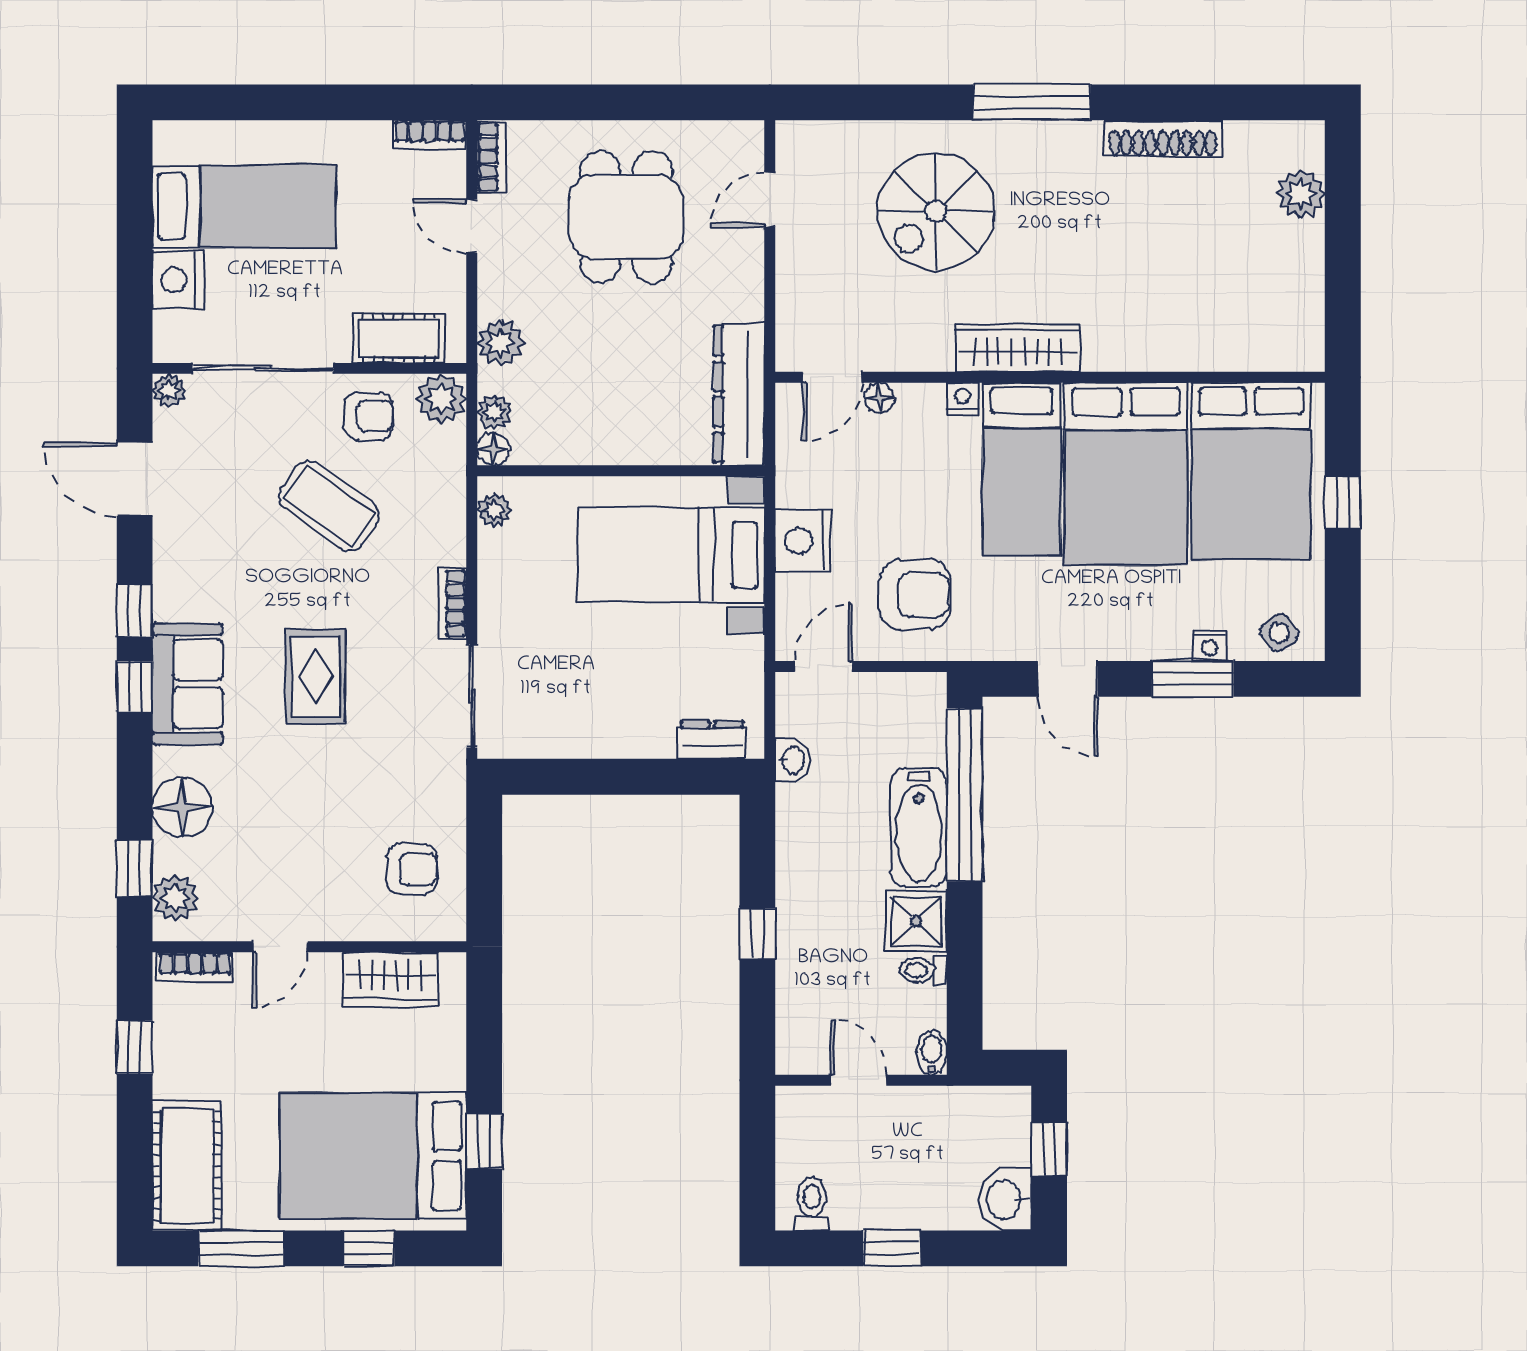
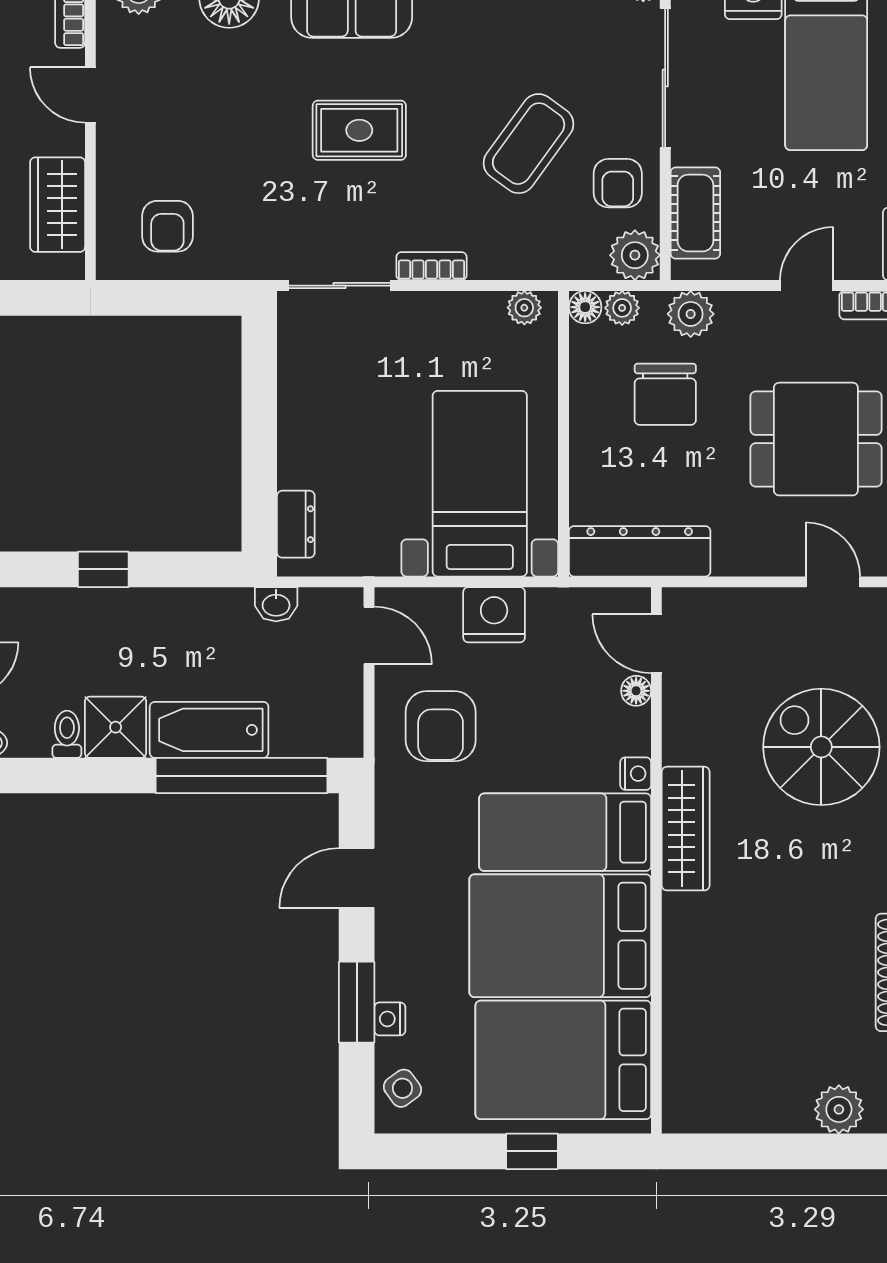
chair: (581, 368) -> (665, 394), added

